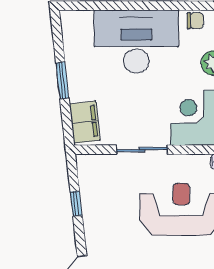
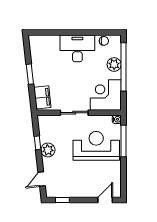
desk: (136, 42) -> (77, 48), width x0.73, depth x0.77
plant: (95, 217) -> (48, 150), added

